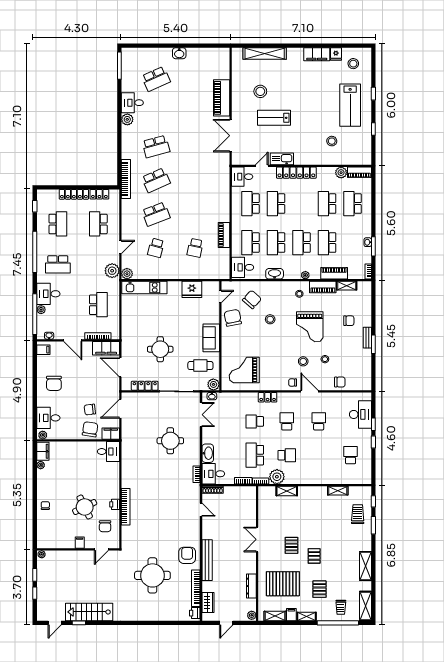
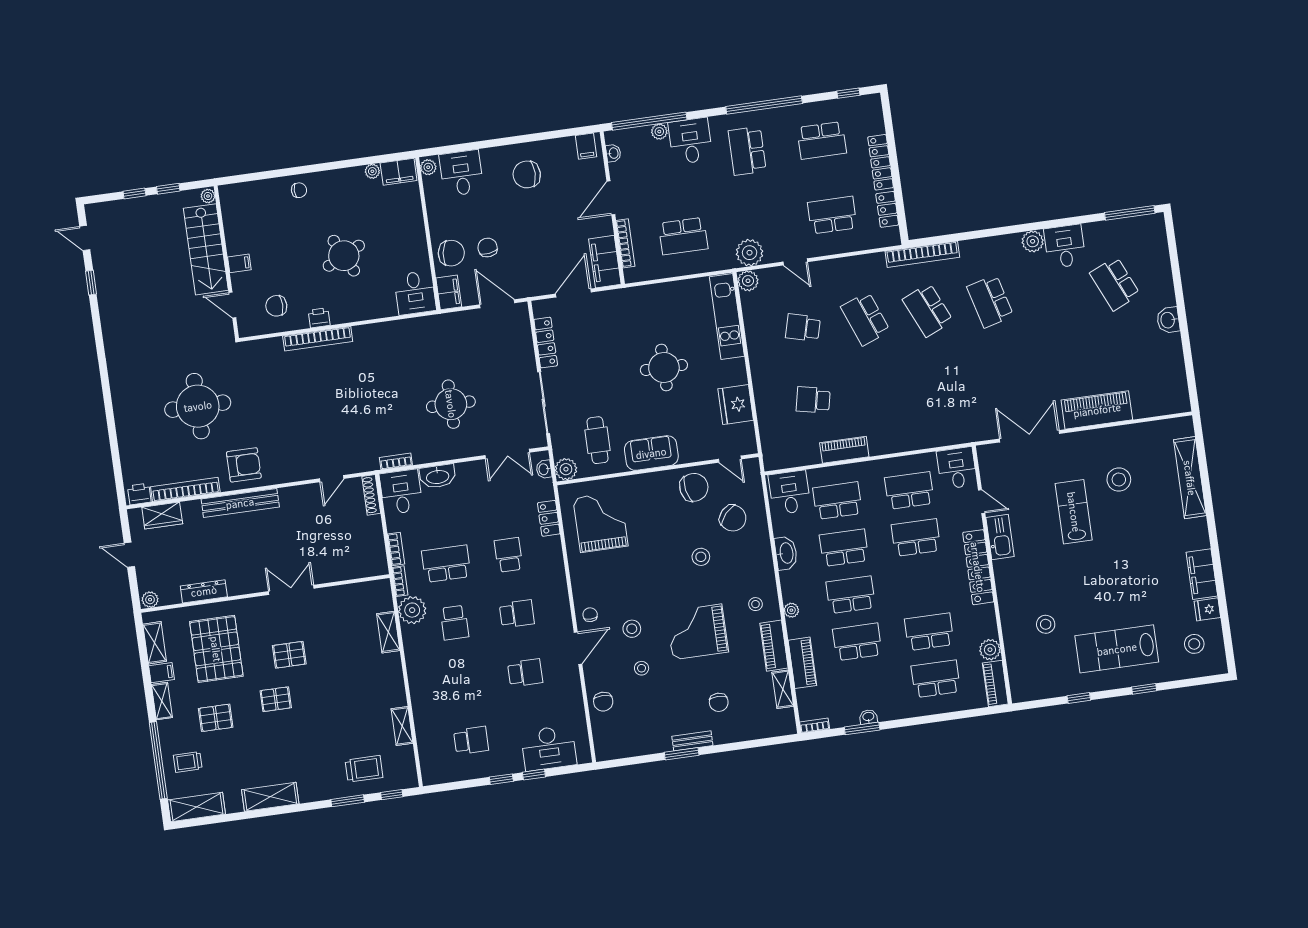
round table: (160, 349) -> (664, 367), moved
locker: (268, 397) -> (549, 518), moved
round table: (85, 507) -> (344, 256), moved
stairs: (89, 612) -> (206, 249), moved, turned 180

